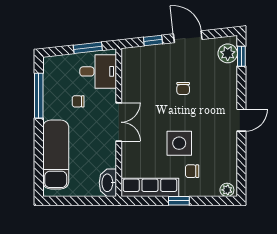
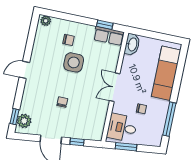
row of seats: (150, 187) -> (109, 36), width x0.68
window: (179, 201) -> (105, 25), moved

